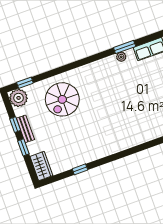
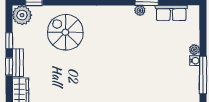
spiral stairs: (62, 99) -> (65, 32), turned 90
bench: (25, 129) -> (18, 63), moved

